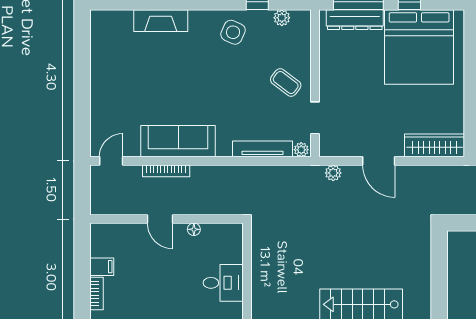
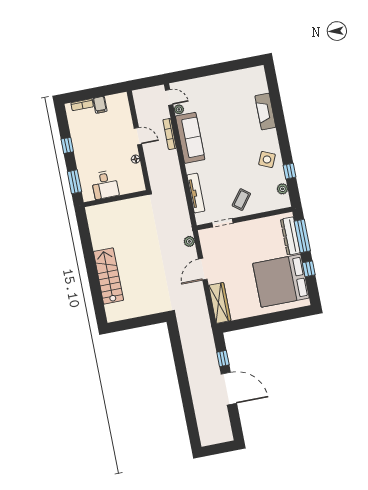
plant: (301, 150) -> (179, 109), moved
door: (160, 219) -> (138, 136), swing flipped

